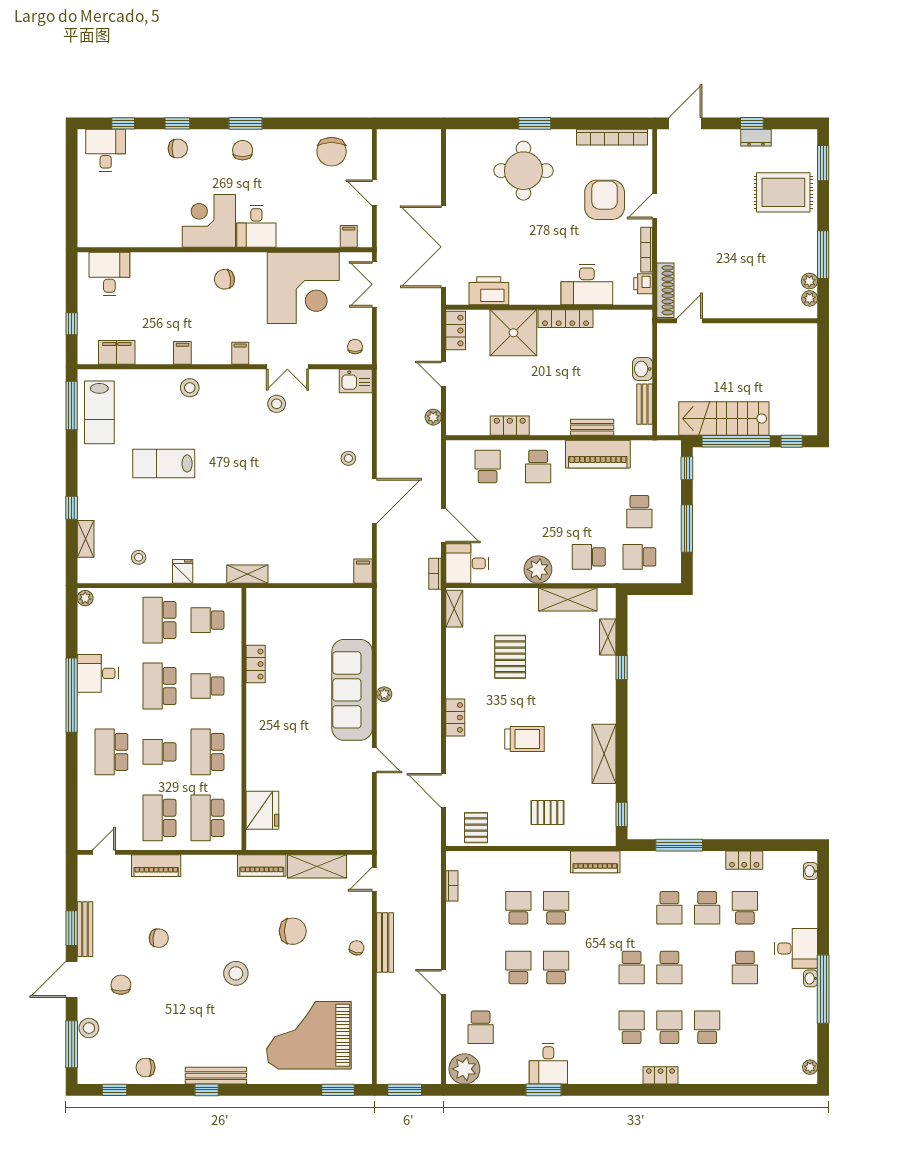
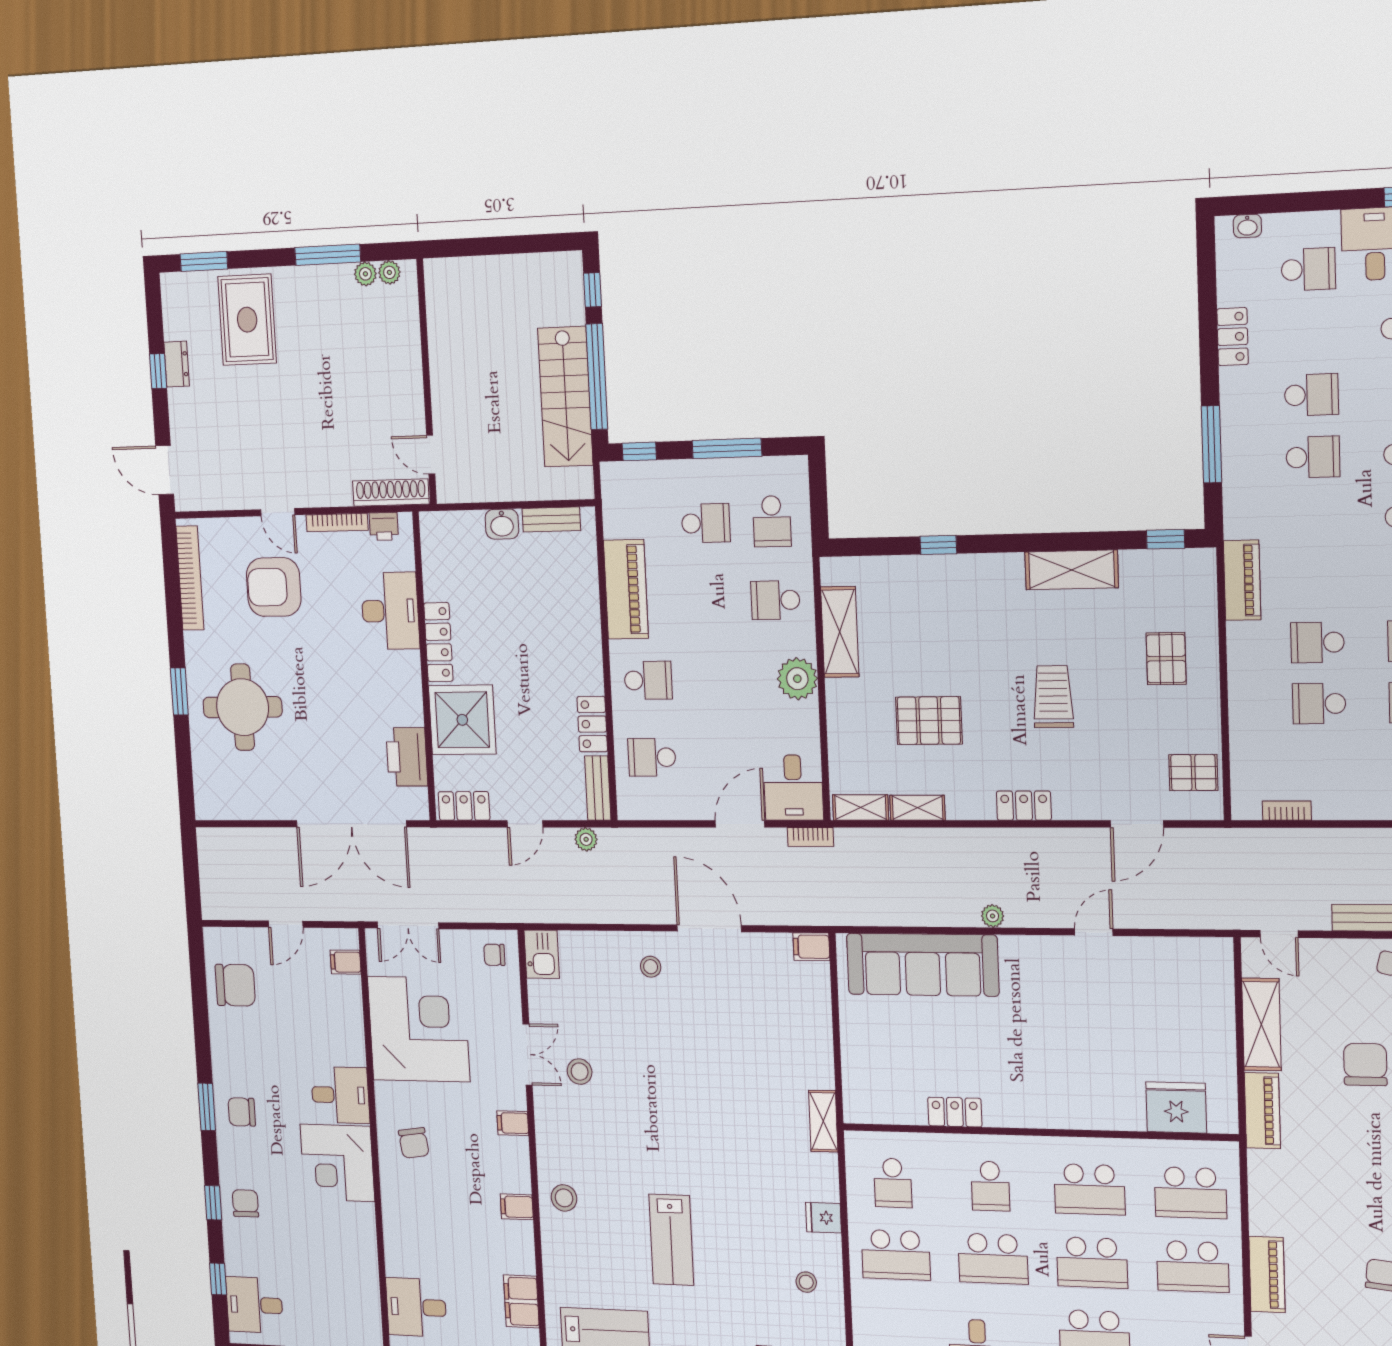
bench: (592, 427) -> (598, 788), moved
school desk: (589, 557) -> (775, 600), turned 90
shelving: (608, 637) -> (918, 808), moved
sofa: (352, 690) -> (923, 965), moved
school desk: (159, 752) -> (1092, 1263), width x1.85
school desk: (745, 908) -> (1308, 269), moved, turned 180

